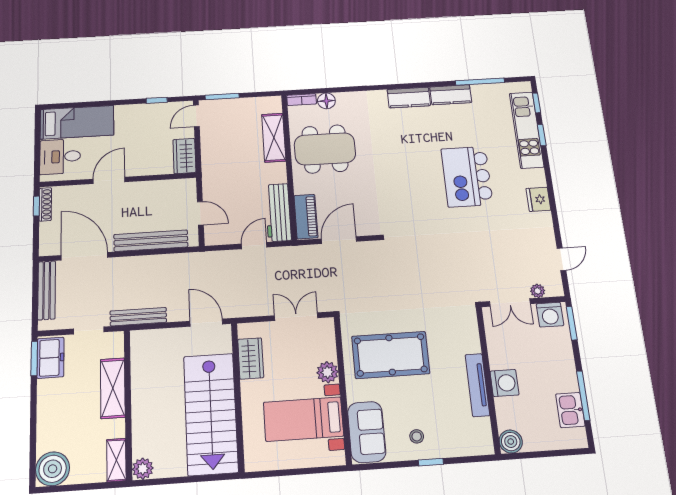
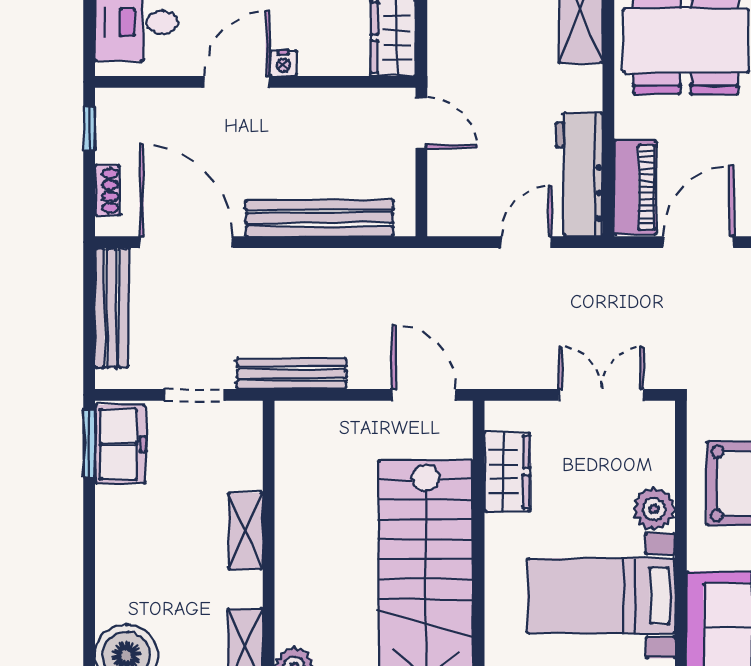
nightstand: (131, 171) -> (283, 63), added
shoe rack: (45, 204) -> (107, 191), moved, width x0.70
door: (200, 213) -> (421, 123), moved
shelving: (113, 388) -> (246, 531), width x0.67, depth x0.75

